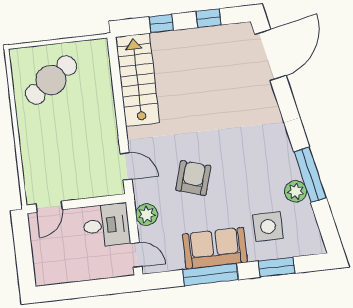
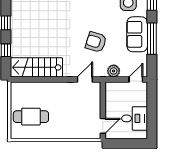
cafe table: (51, 80) -> (31, 117), turned -54
door: (49, 207) -> (103, 126), hinge flipped
desk: (106, 225) -> (135, 118), moved, turned 90

